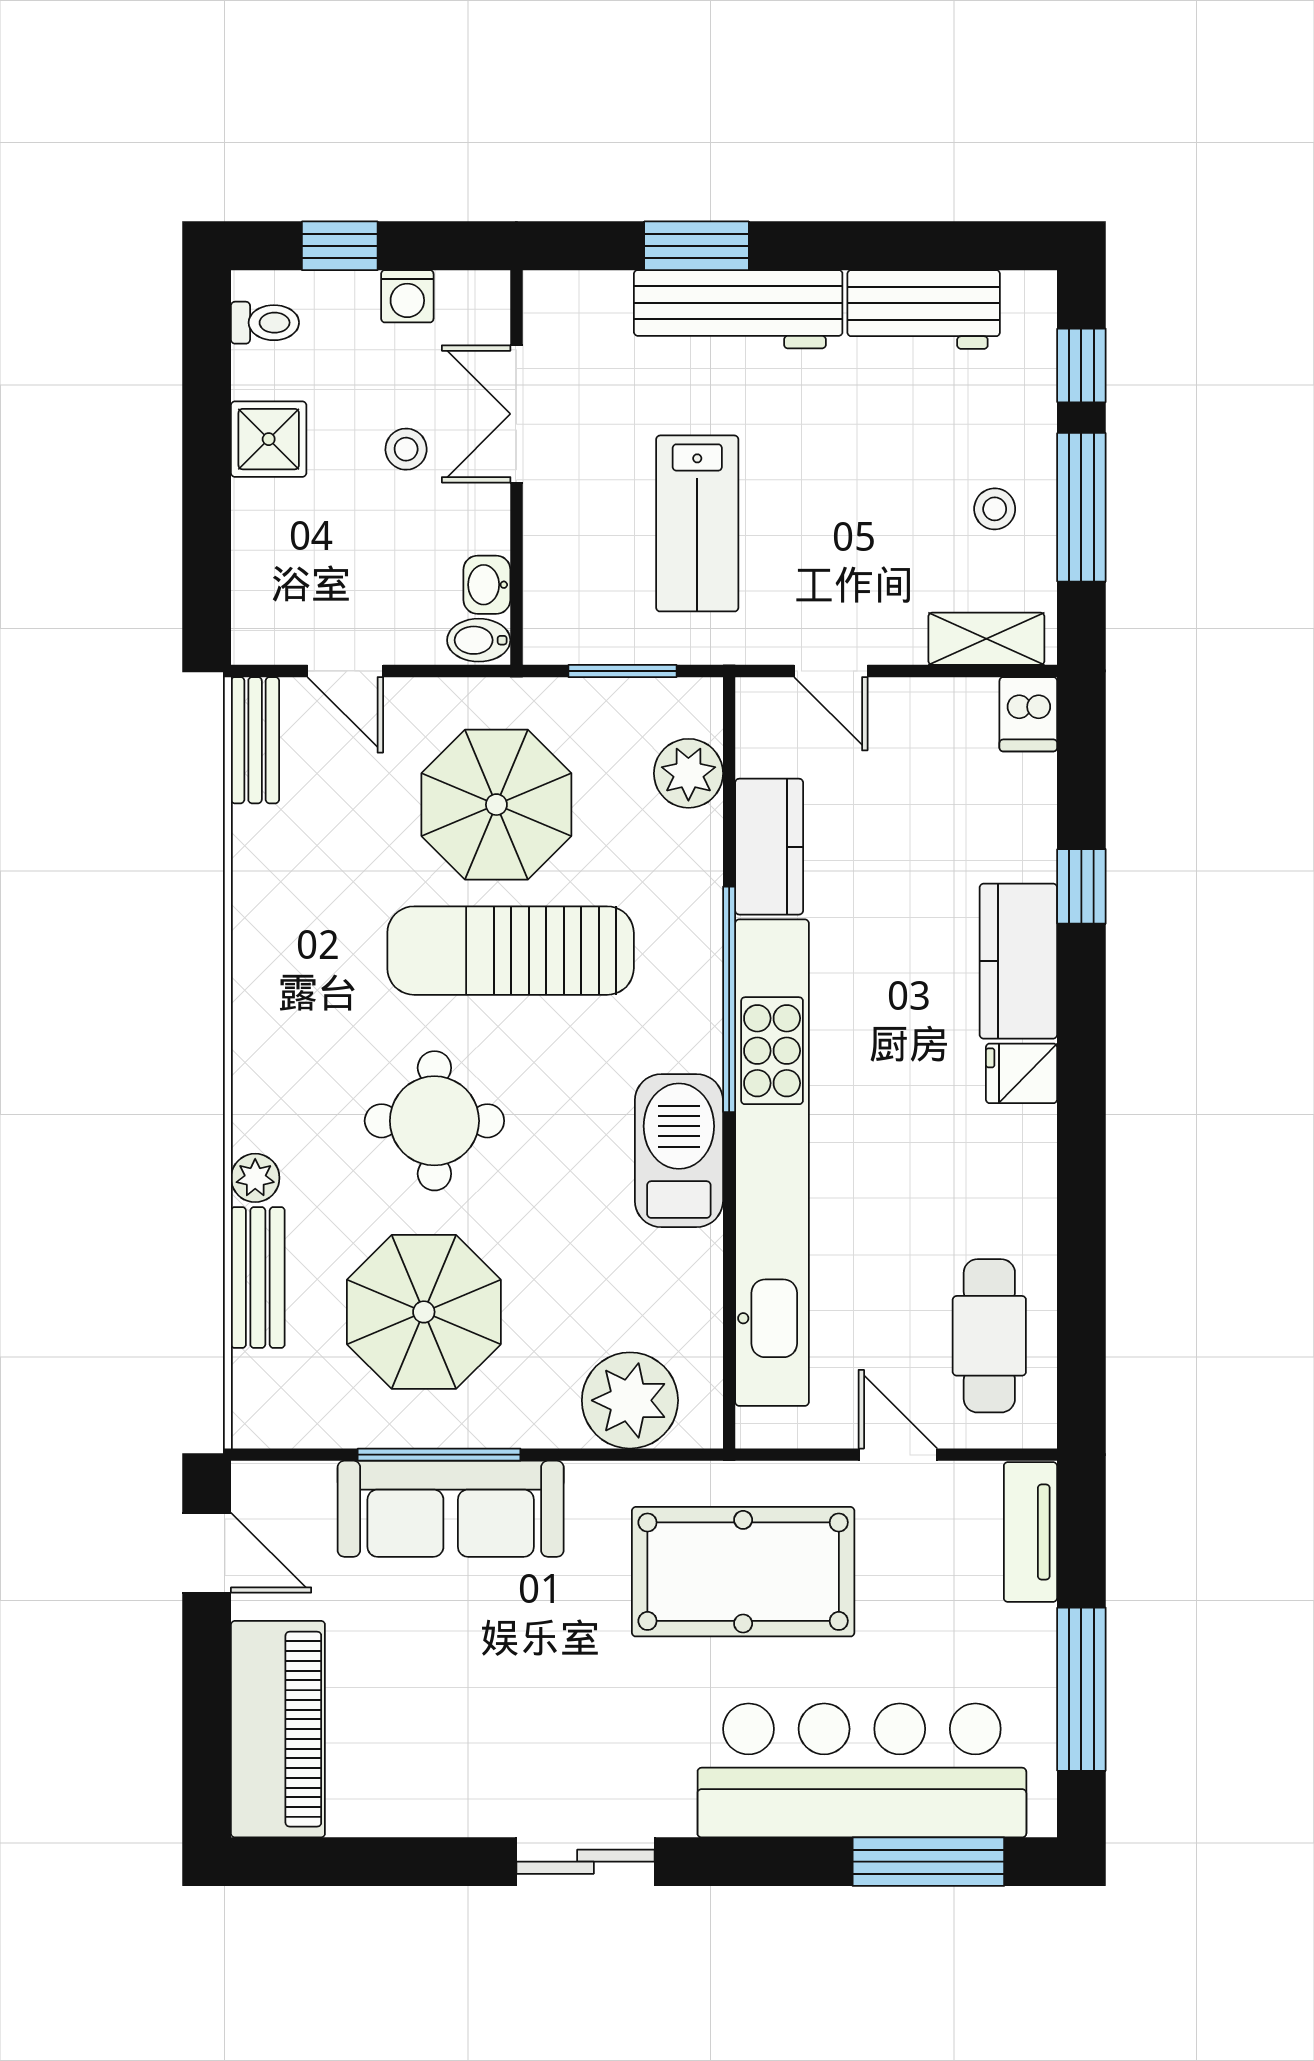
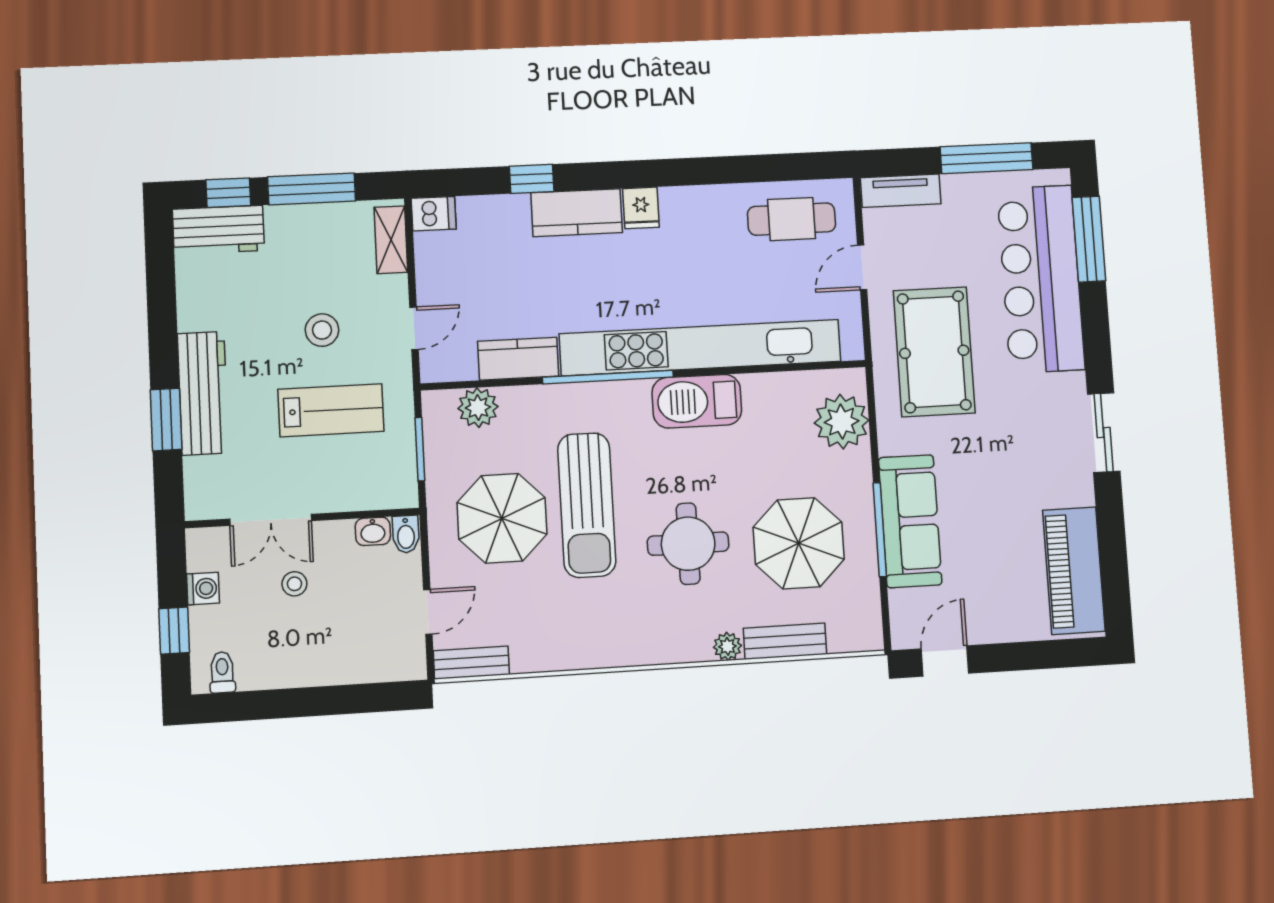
workbench: (924, 309) -> (218, 230), moved, turned 90
shower: (269, 439) -> (292, 666), removed
stool: (995, 509) -> (322, 330), moved, width x1.37, depth x1.37
piano: (278, 1729) -> (1074, 571), moved, turned -90

